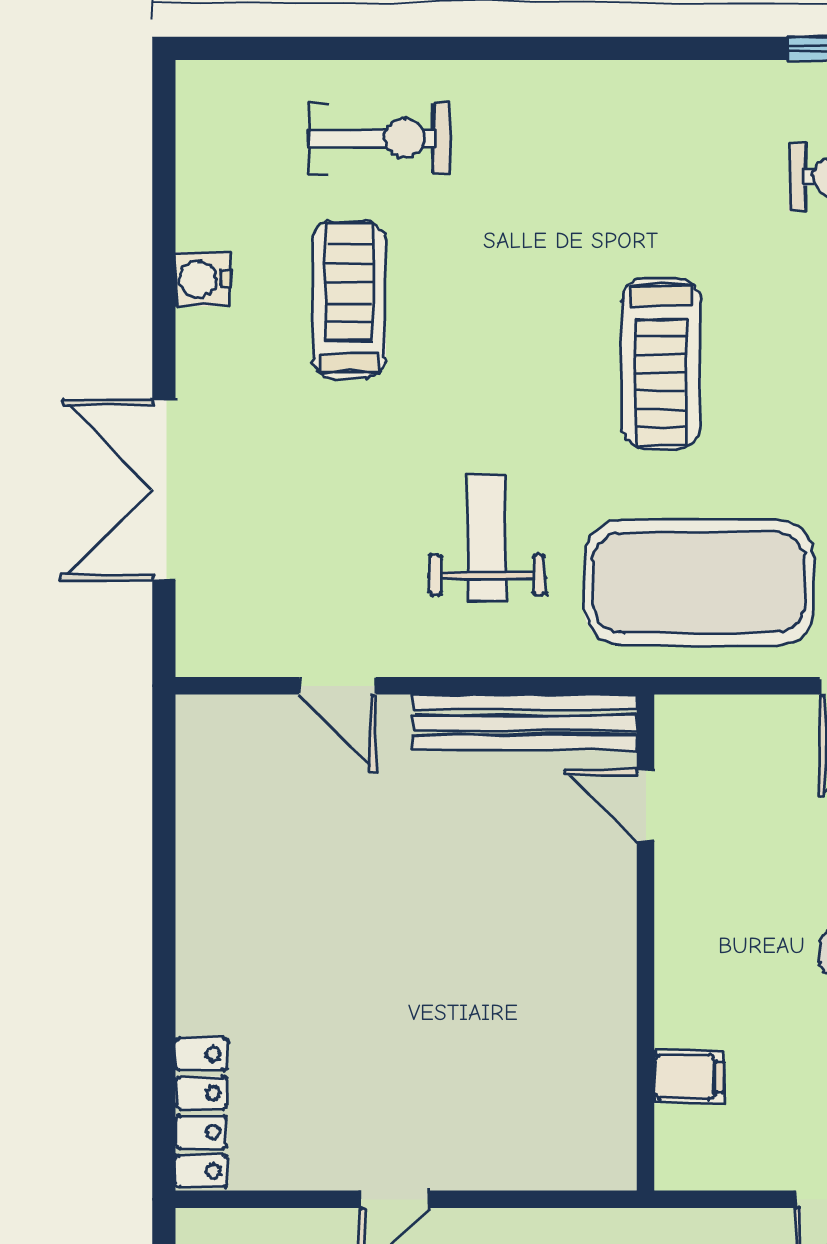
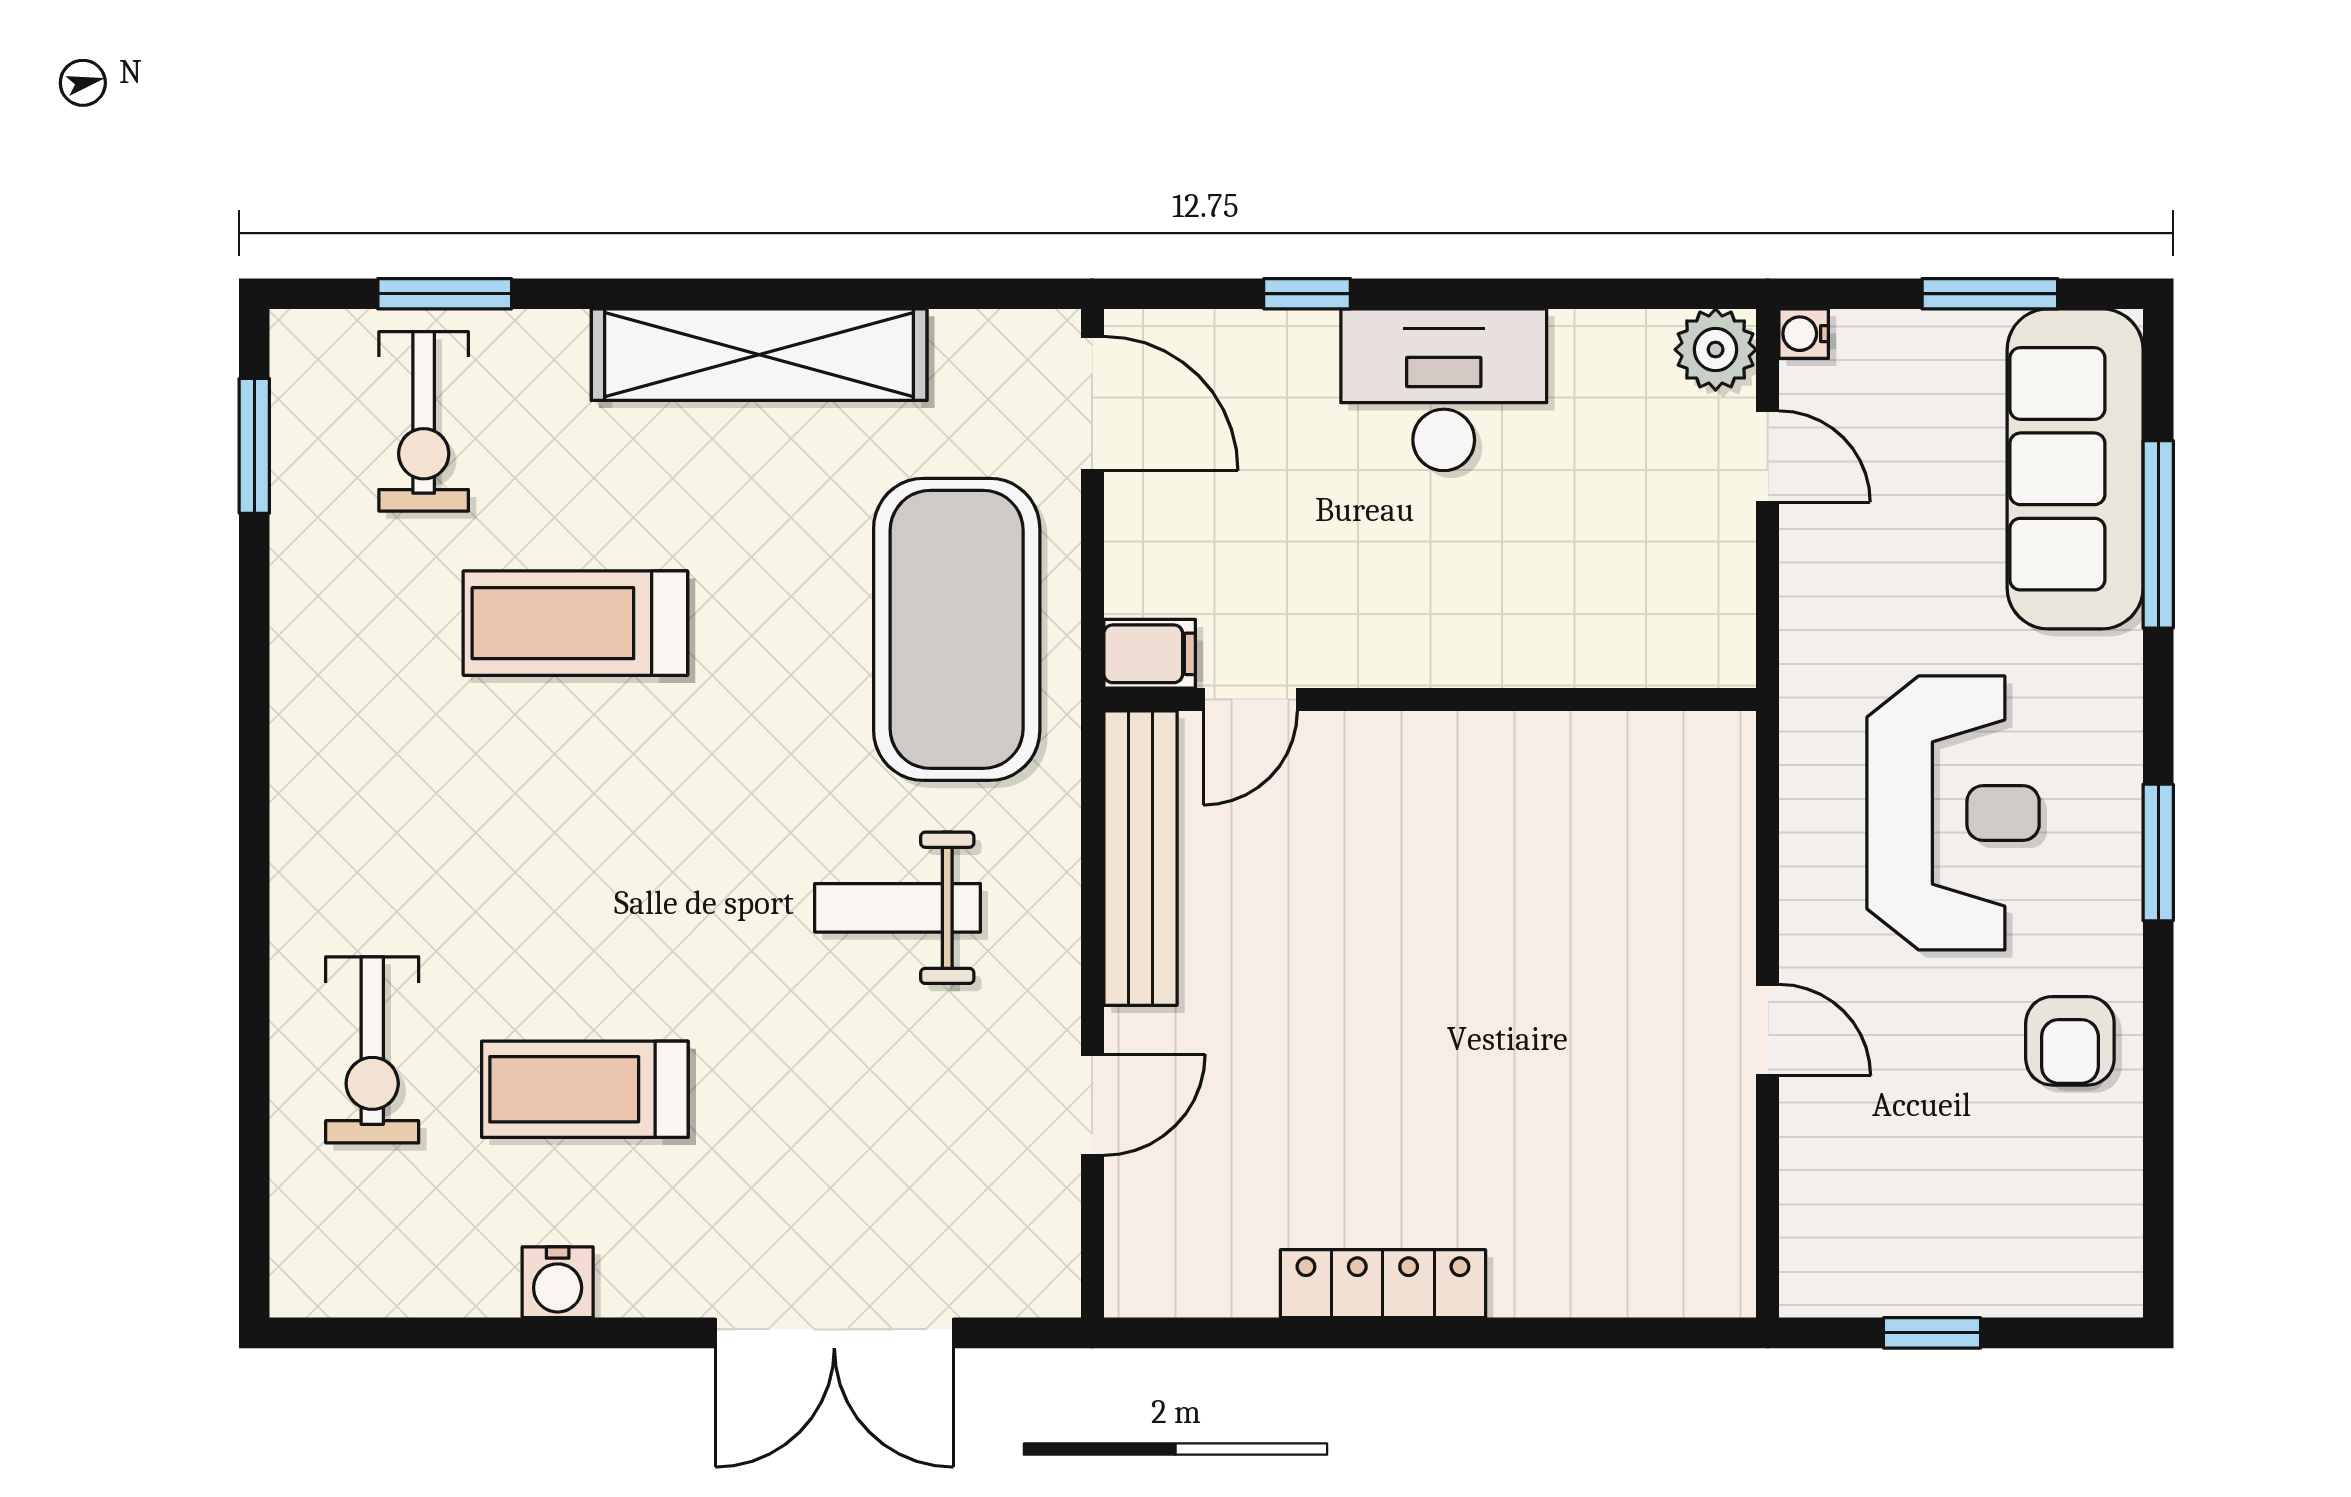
exercise bike: (379, 138) -> (372, 1050), turned 180
treadmill: (661, 363) -> (575, 623), moved, turned 180
filing cabinet: (689, 1077) -> (1150, 654), moved, turned 90
locker: (201, 1112) -> (1383, 1284), moved

